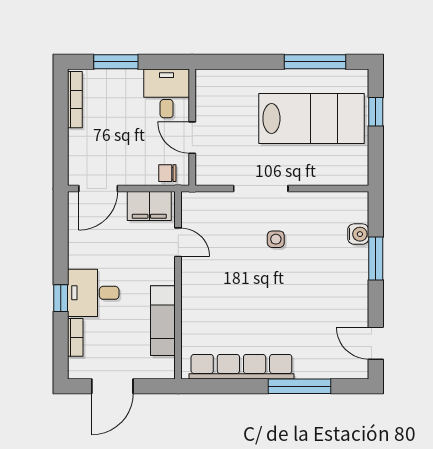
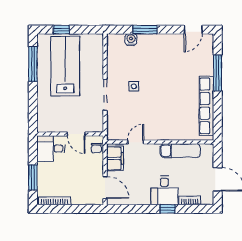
door: (192, 138) -> (76, 134), hinge flipped

